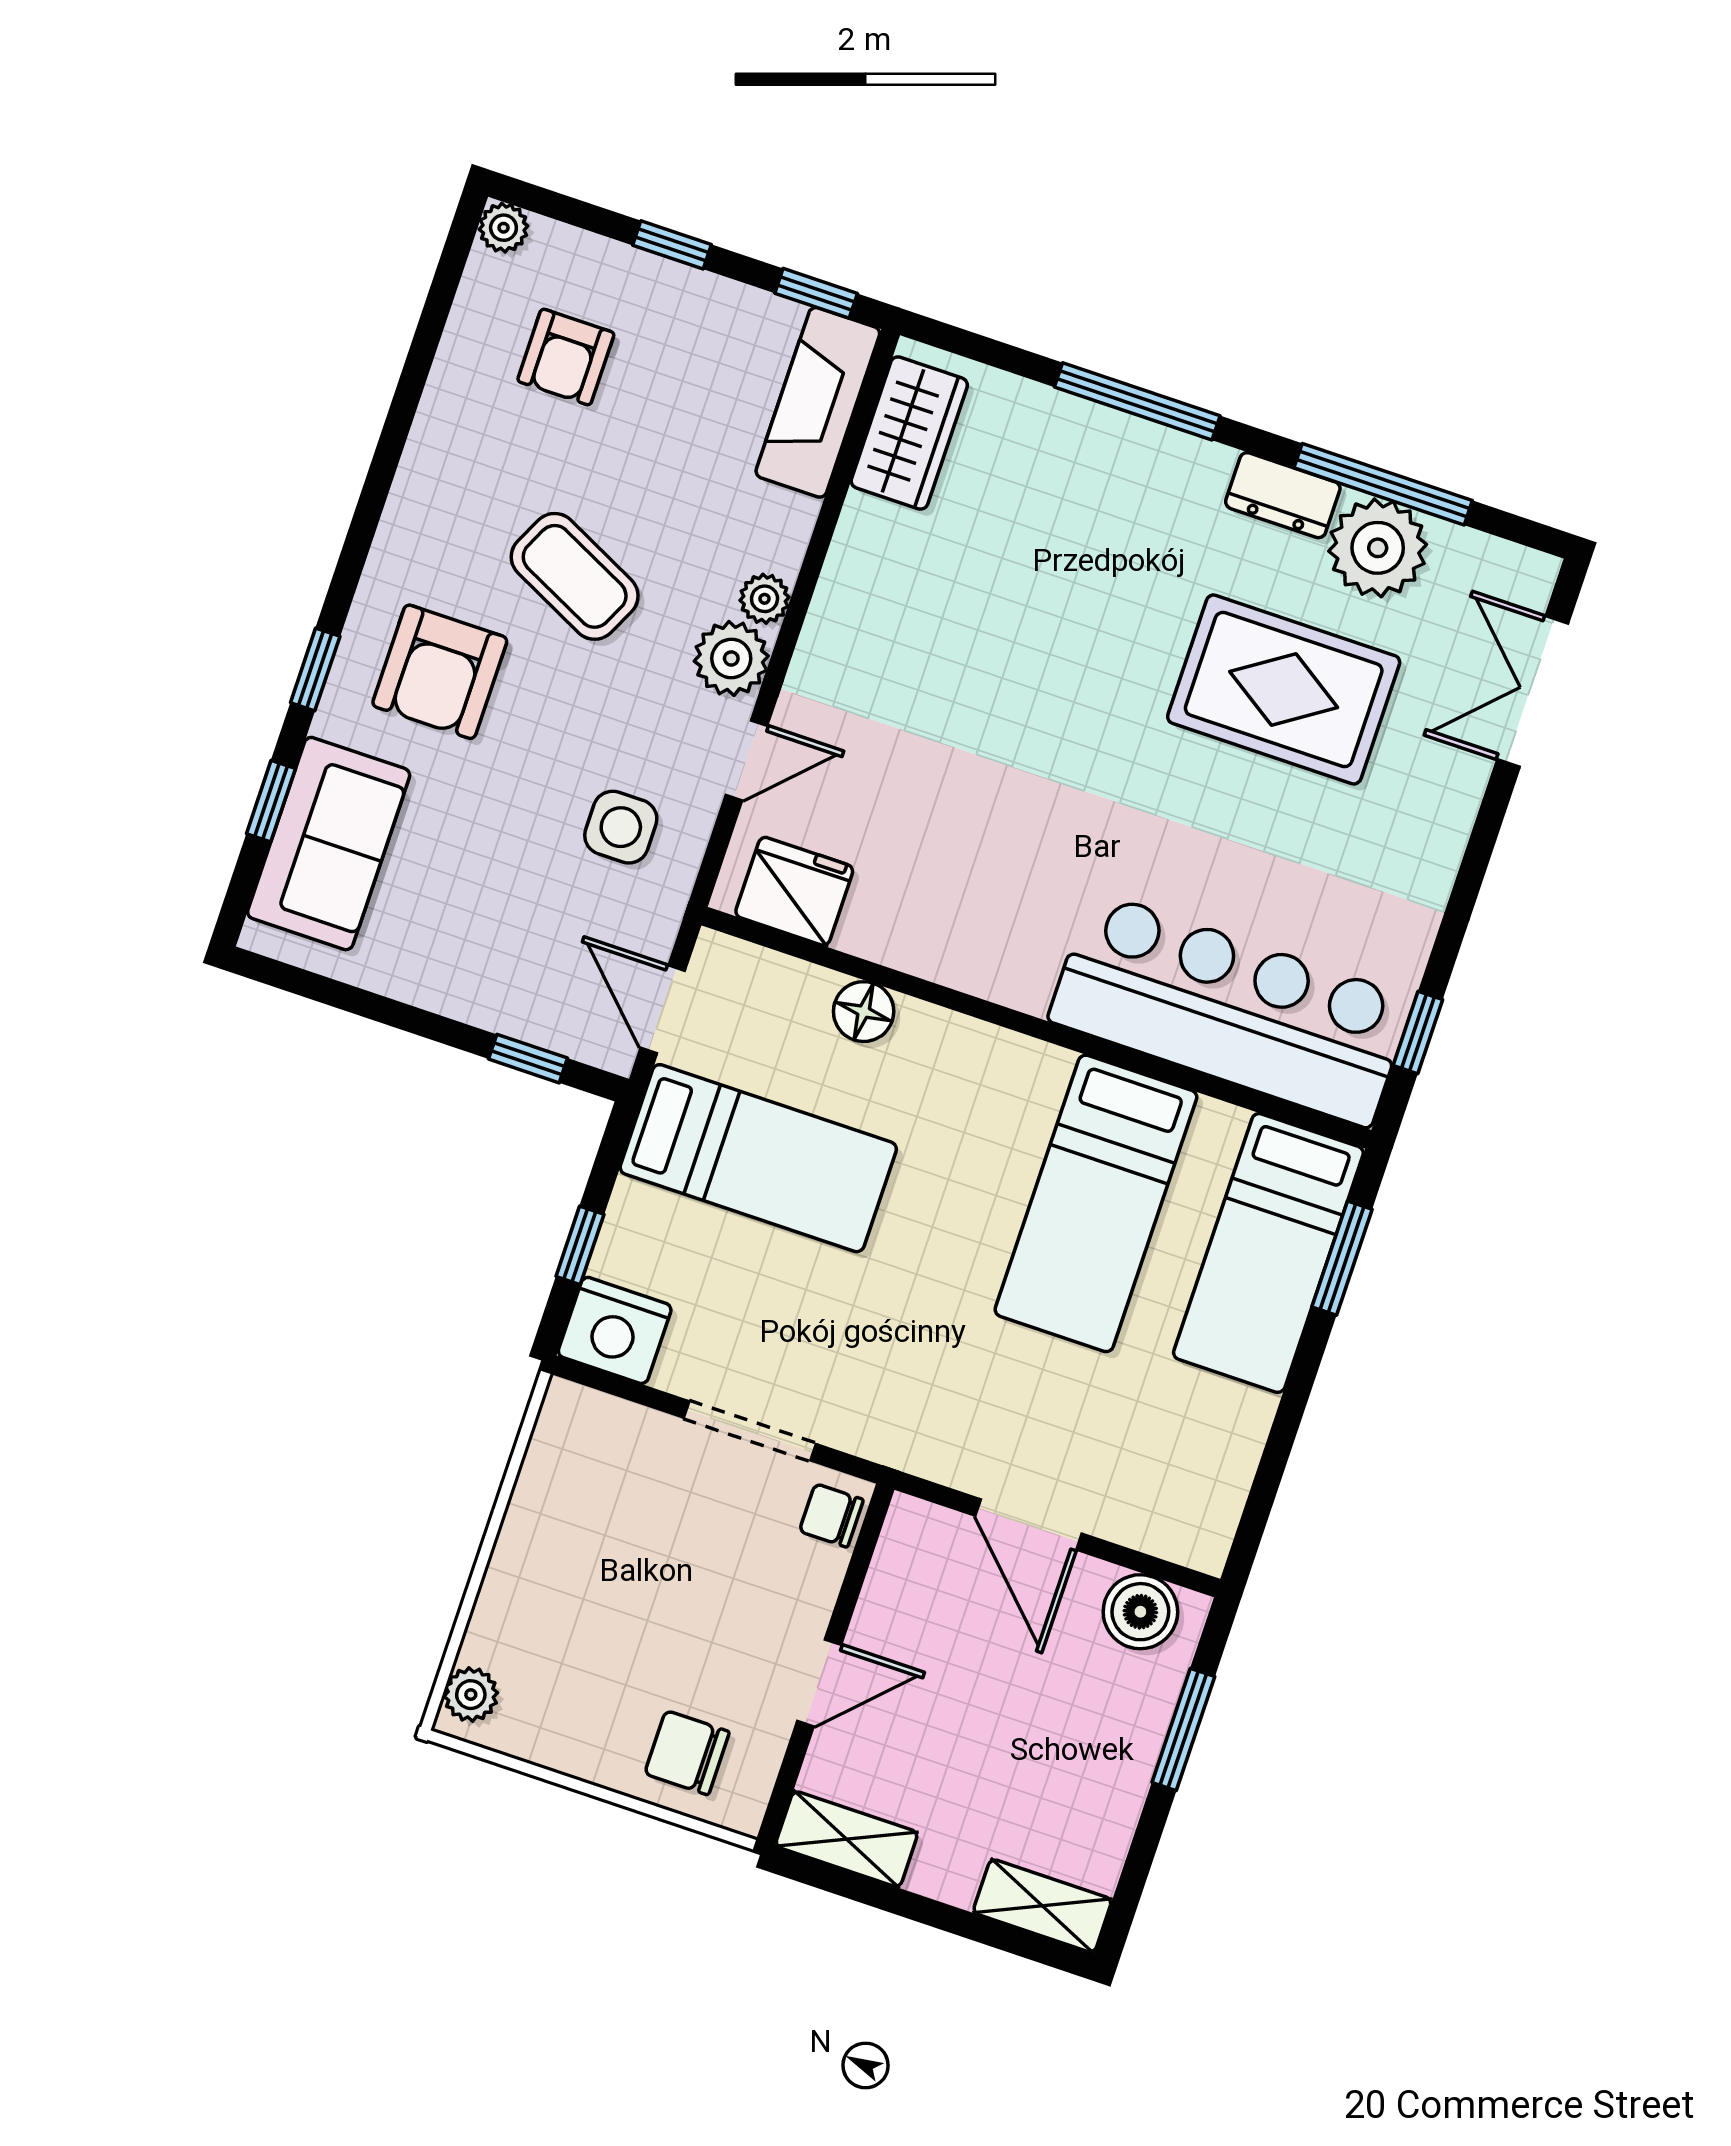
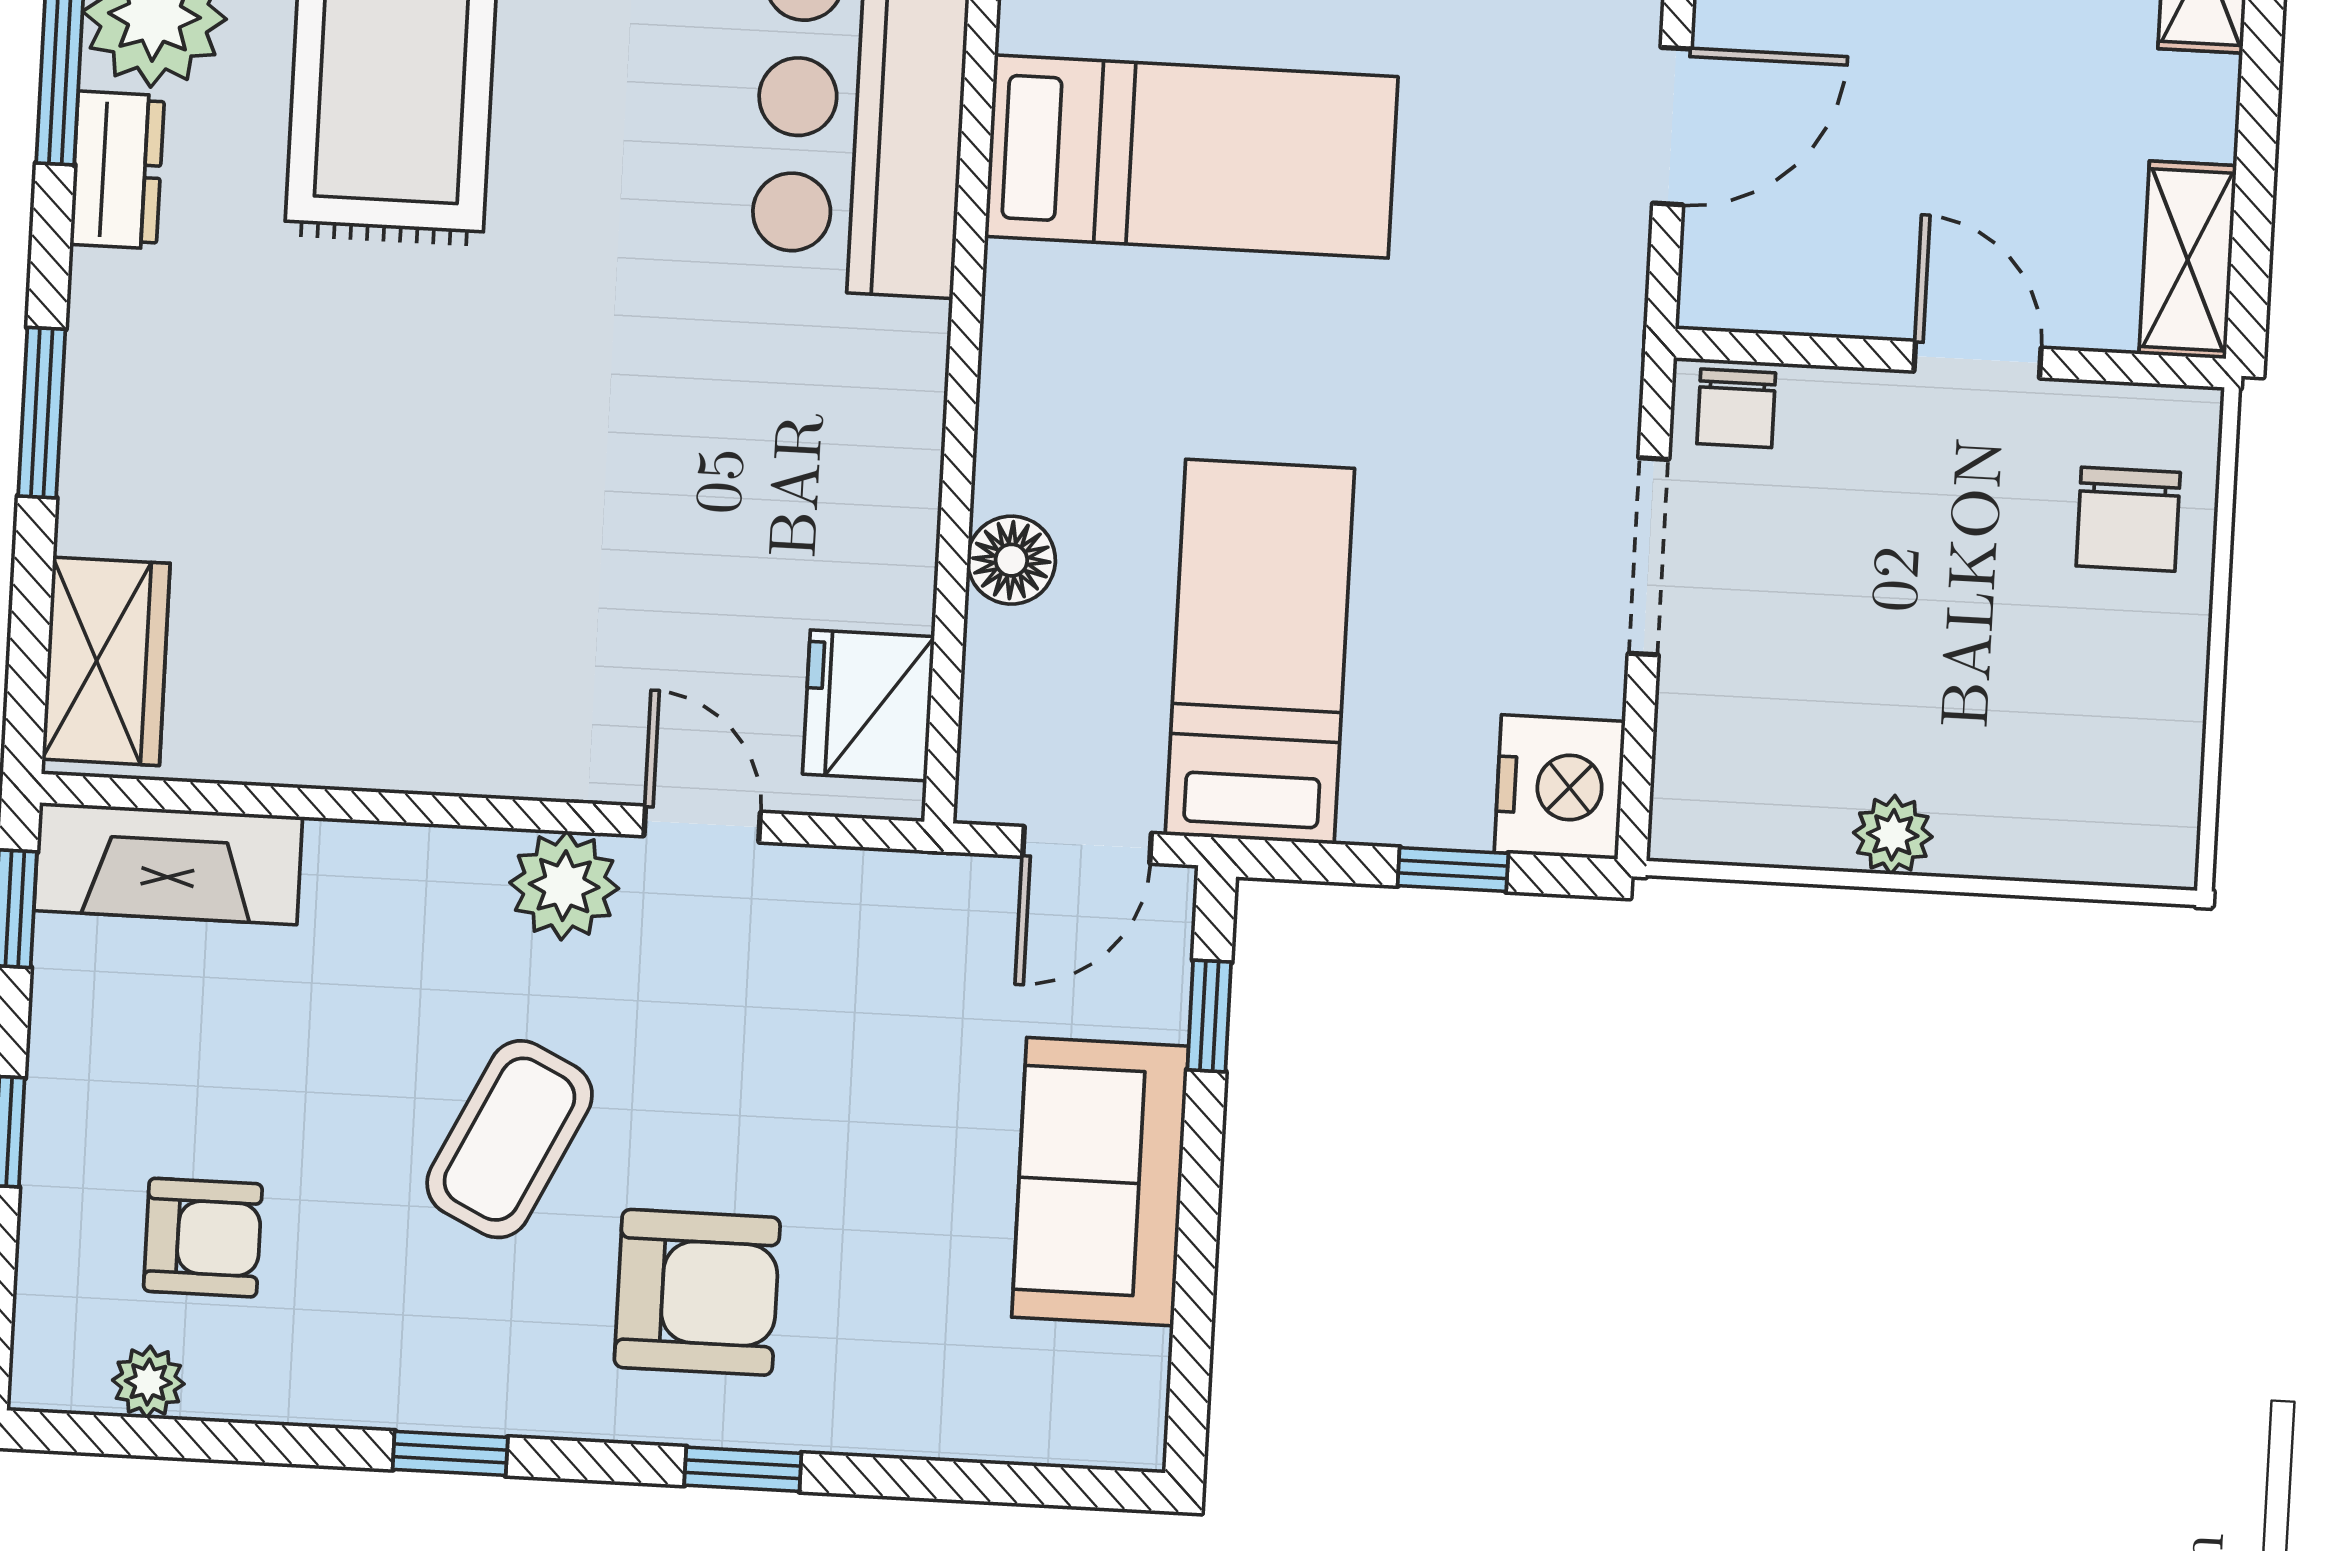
plant: (503, 228) -> (148, 1382), moved
window: (1137, 401) -> (42, 413), width x0.69
wardrobe: (909, 433) -> (106, 661), moved, turned 90
plant: (765, 599) -> (467, 862), removed
window: (271, 801) -> (450, 1453), moved
side table: (621, 827) -> (846, 976), removed
sofa: (329, 844) -> (1100, 1182), moved, turned -90
plant: (471, 1695) -> (1893, 835), moved

